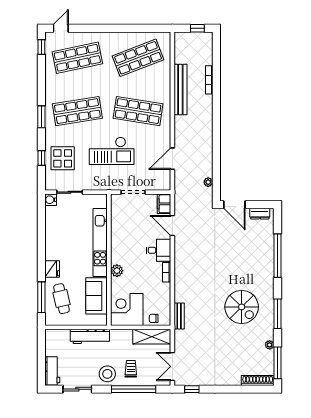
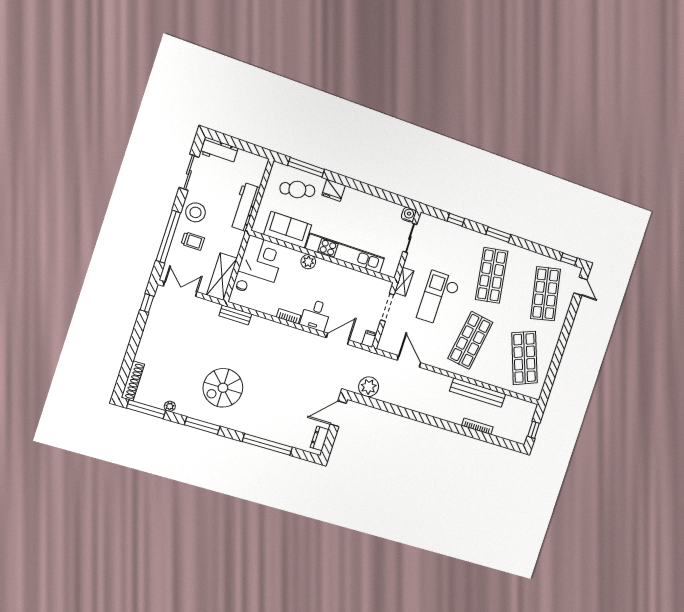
display table: (63, 158) -> (448, 243), removed
plant: (208, 182) -> (369, 387), width x1.87, depth x1.87
shelving: (107, 185) -> (404, 282), added
filing cabinet: (164, 204) -> (369, 339), width x0.50

